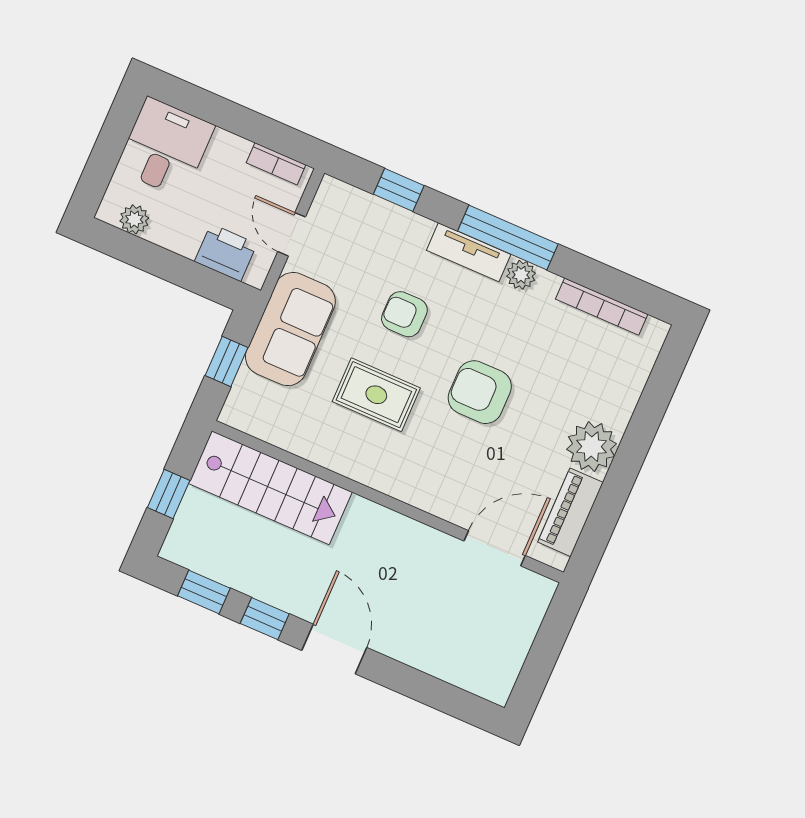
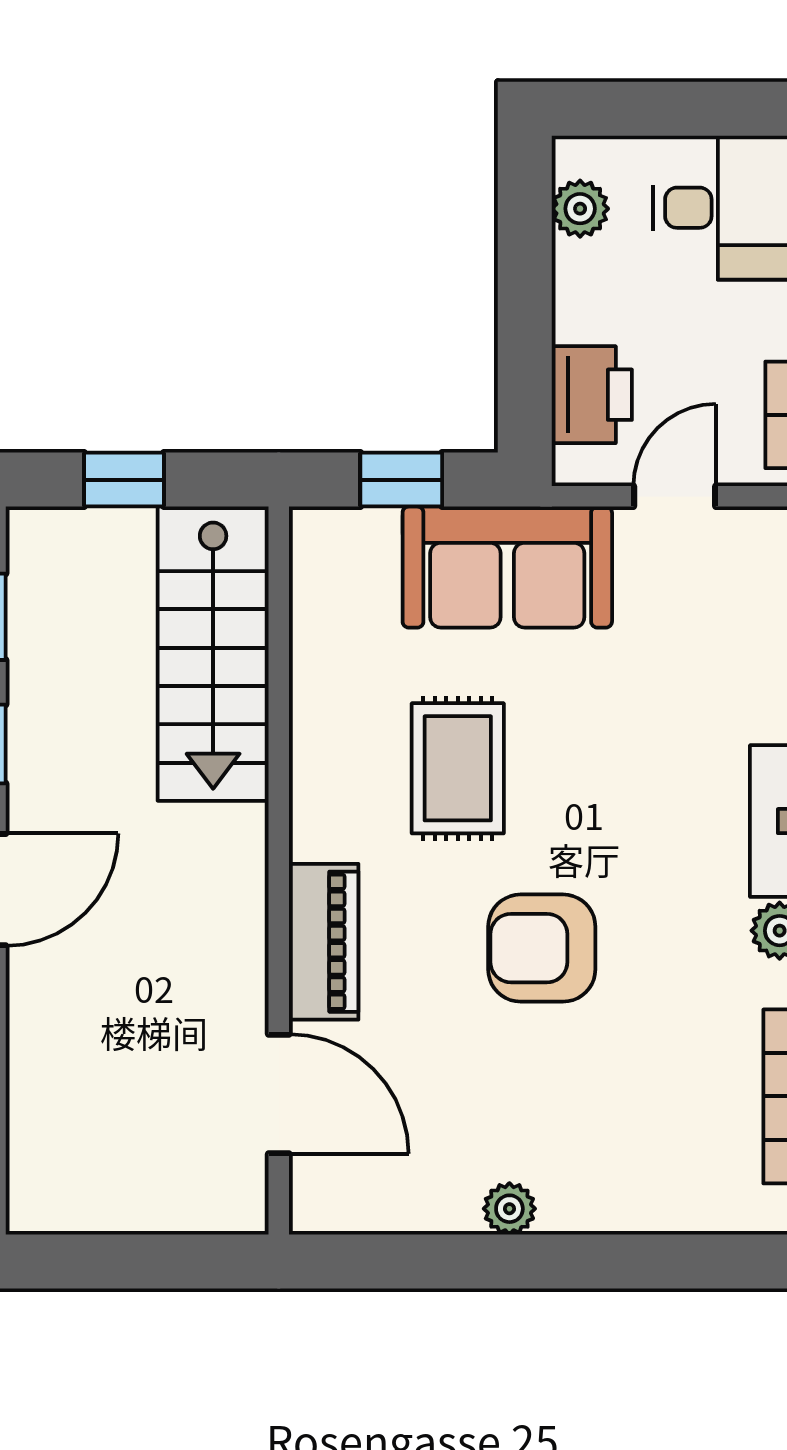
armchair: (404, 314) -> (621, 756), removed
armchair: (480, 392) -> (542, 948), turned -90
plant: (592, 447) -> (509, 1209), width x0.53, depth x0.53
piano: (570, 512) -> (324, 942), moved, turned 90

